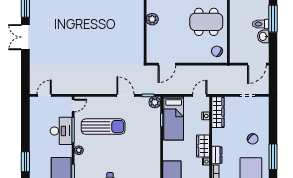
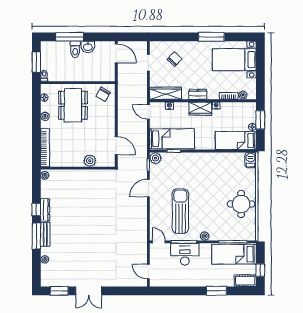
plant: (152, 19) -> (90, 161), moved
chair: (253, 139) -> (175, 59), moved
dresser: (217, 155) -> (198, 94), moved

